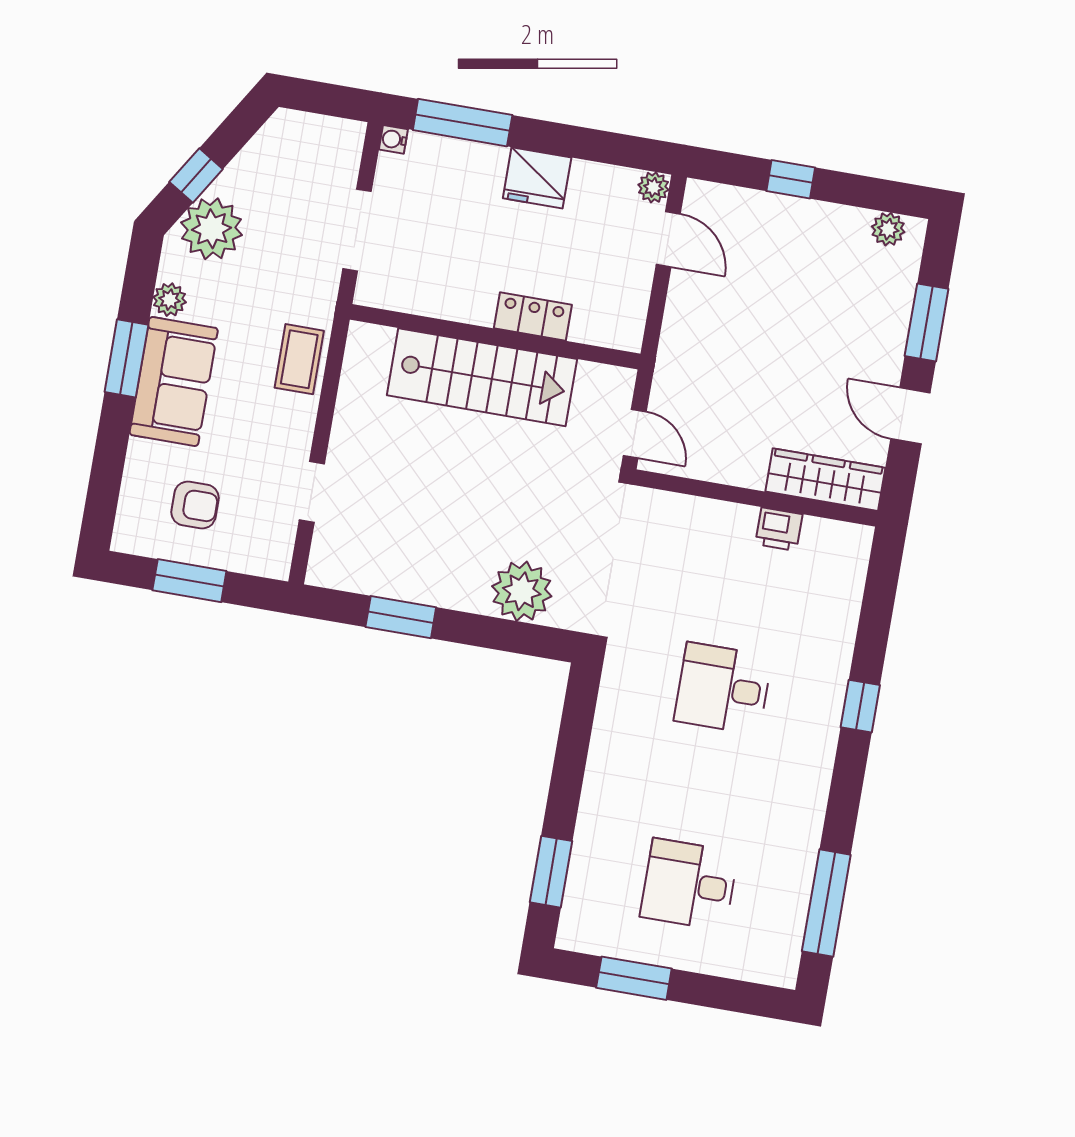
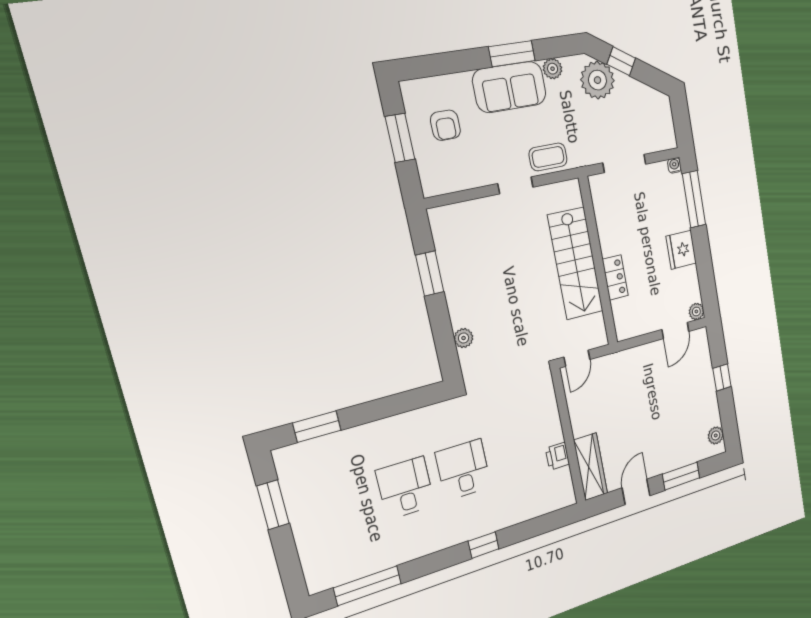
doorway: (312, 492) -> (515, 185), moved
plant: (522, 591) -> (464, 338), width x0.53, depth x0.53
desk: (689, 884) -> (405, 488), moved

